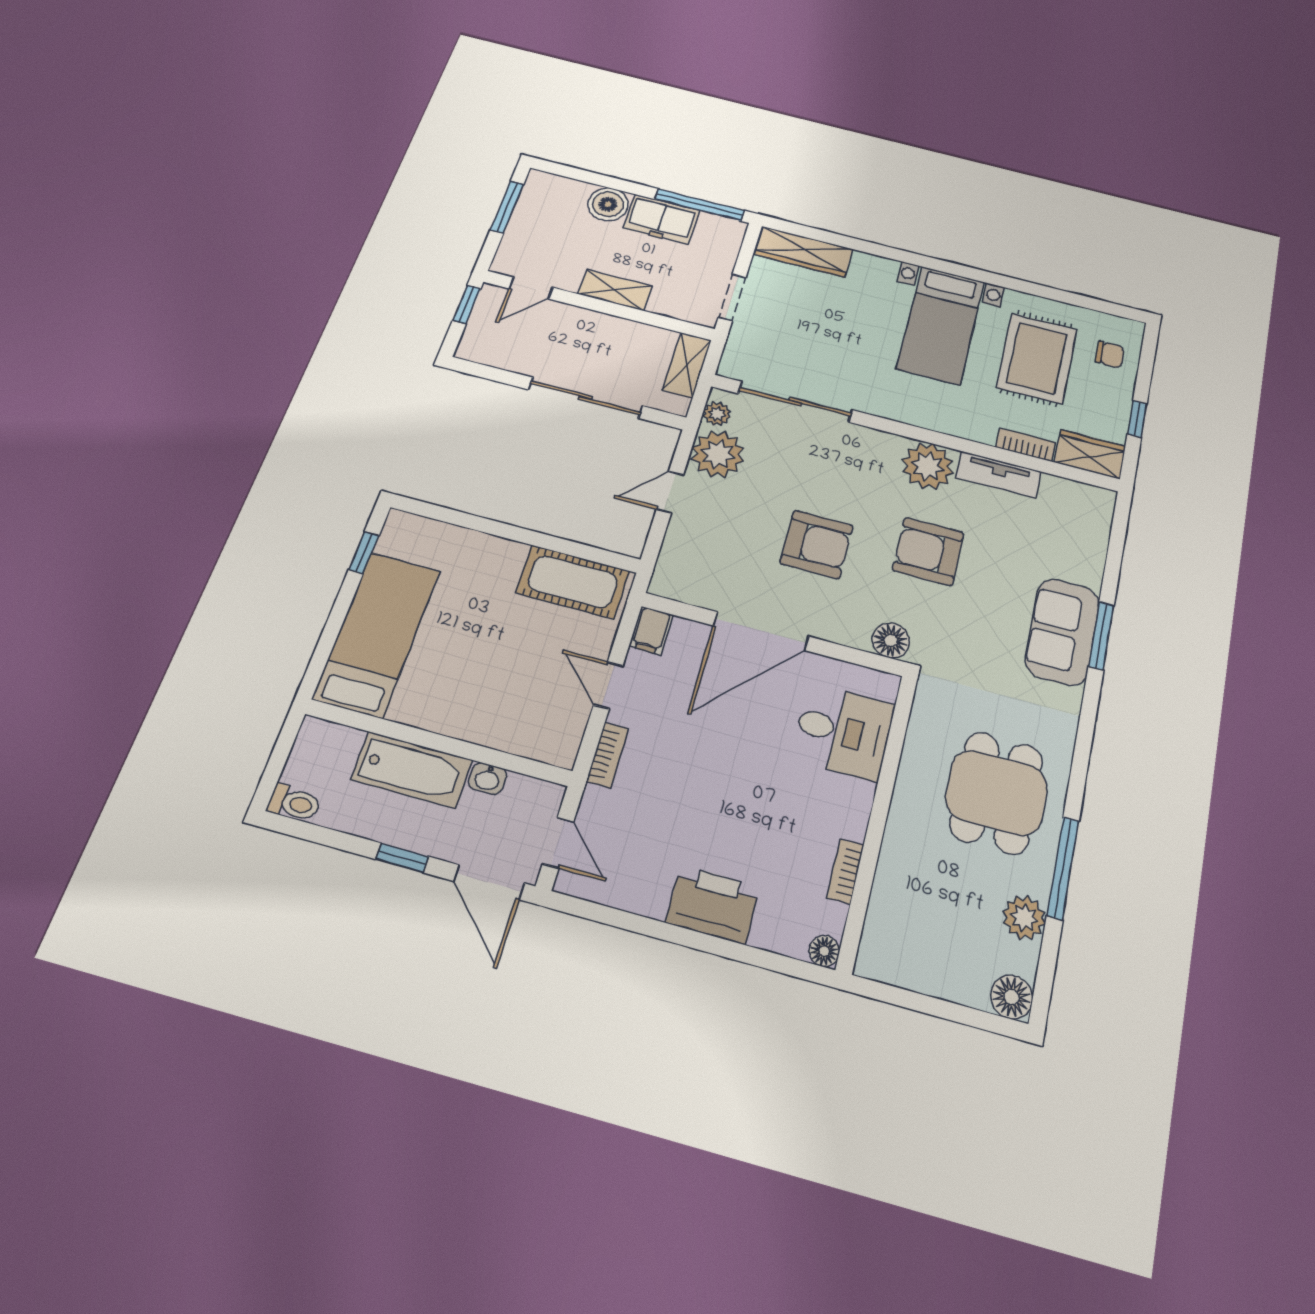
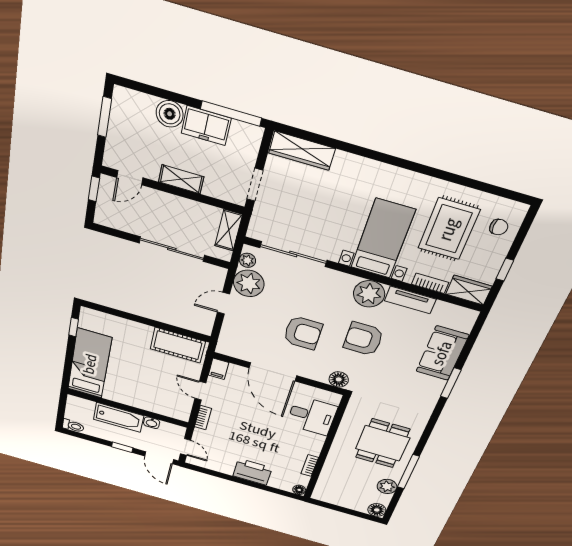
bed with nightstands: (941, 325) -> (383, 239), moved, turned 180
door: (761, 631) -> (273, 372), hinge flipped
sofa: (1062, 632) -> (442, 353), moved

